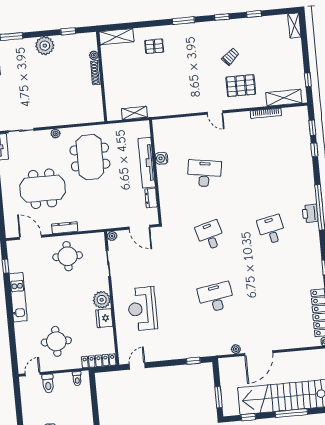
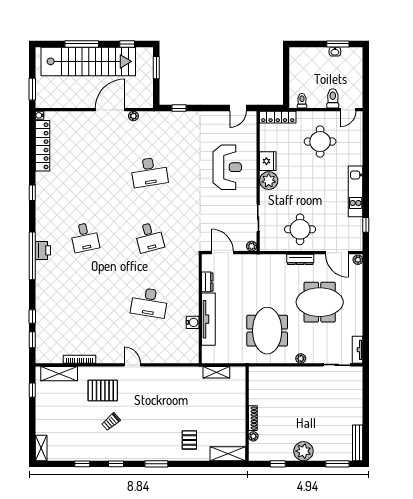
pallet: (154, 46) -> (189, 440), turned 90
plant: (10, 232) -> (358, 260), added

